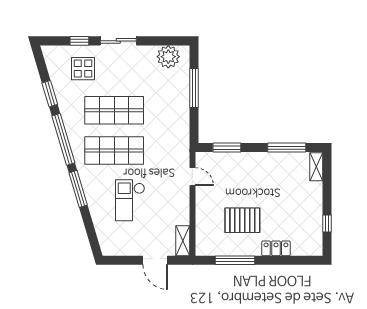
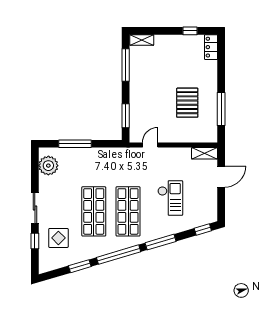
checkout: (130, 200) -> (170, 198), turned -90
window: (93, 239) -> (203, 229), added
locker: (276, 248) -> (211, 47), moved

